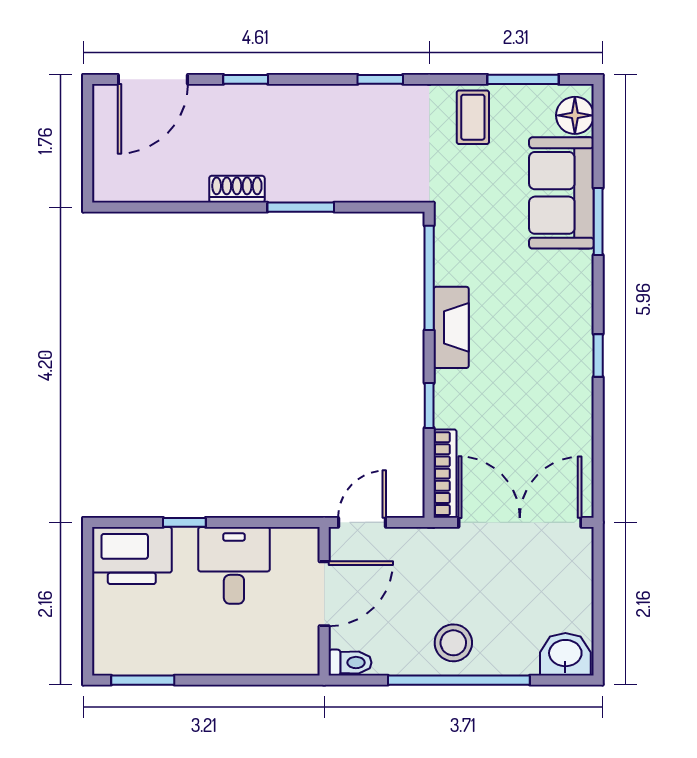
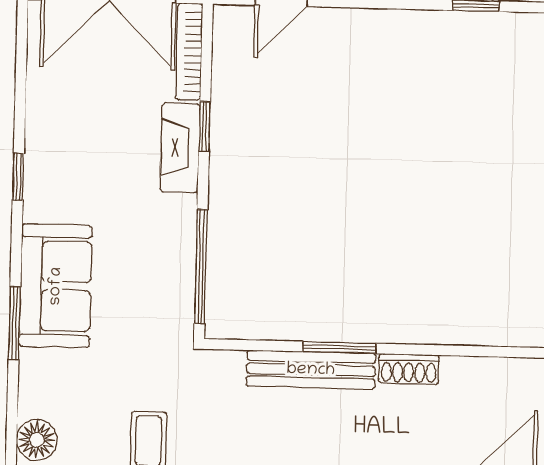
bench: (326, 186) -> (311, 370), added
sofa: (561, 193) -> (56, 286), moved
fireplace: (451, 327) -> (180, 148), moved

